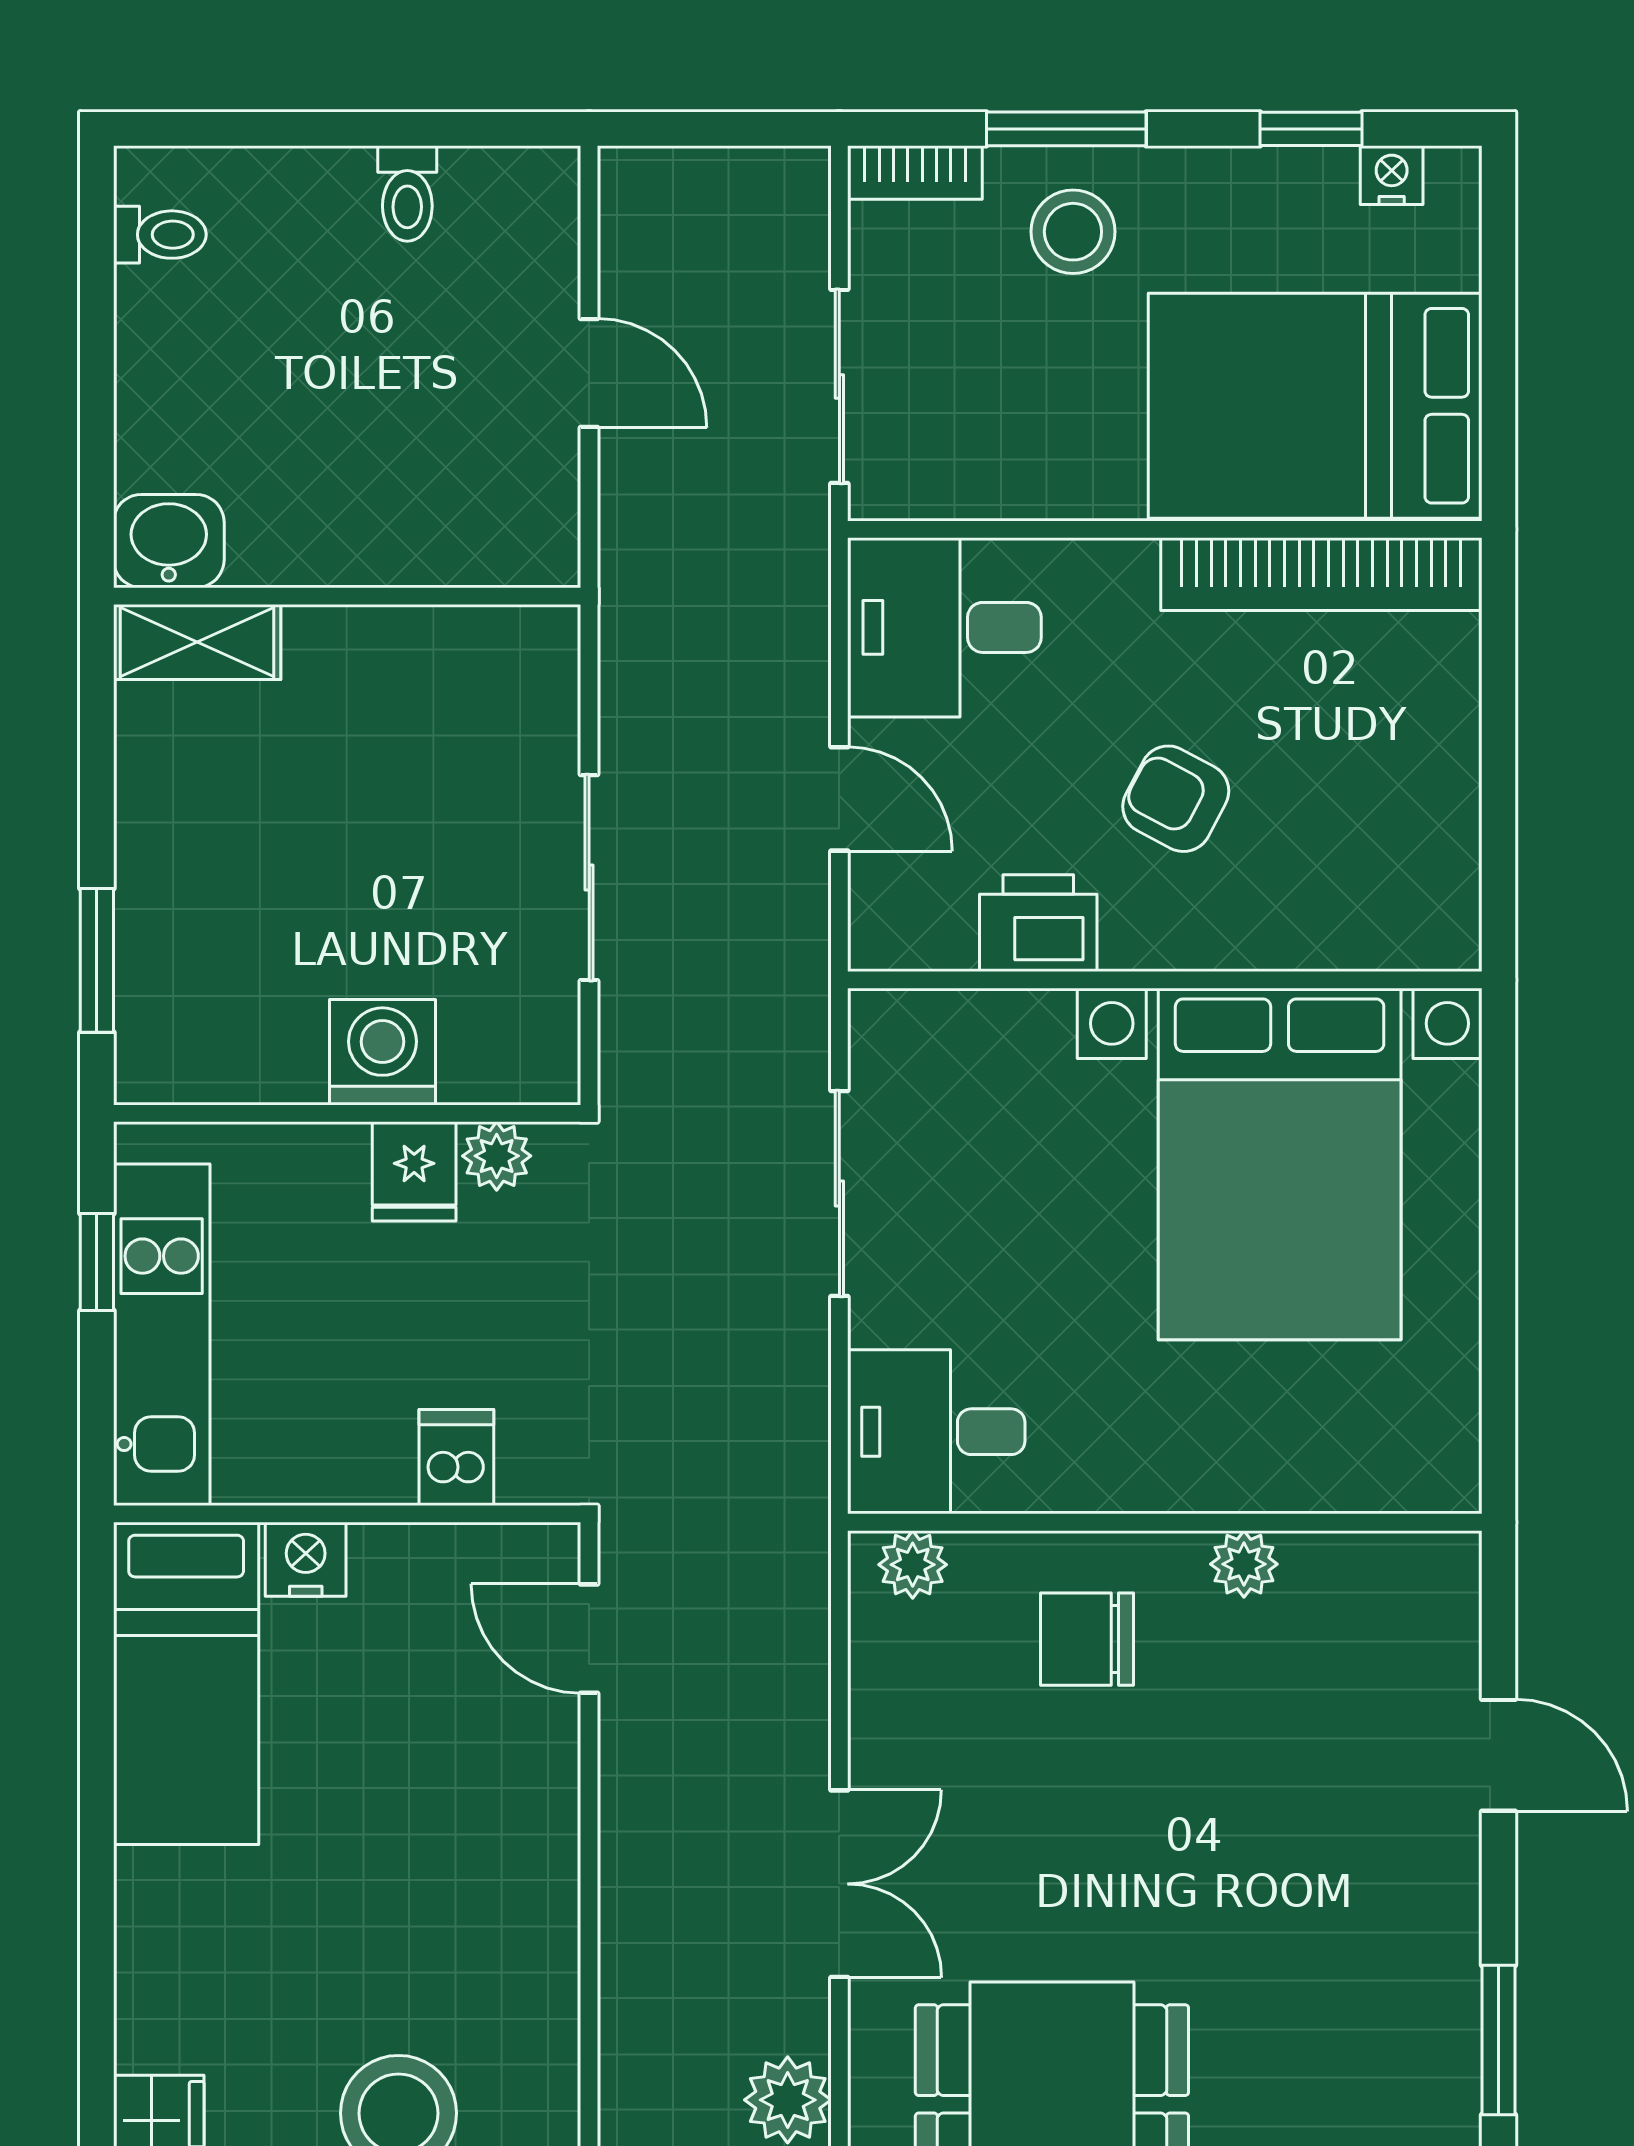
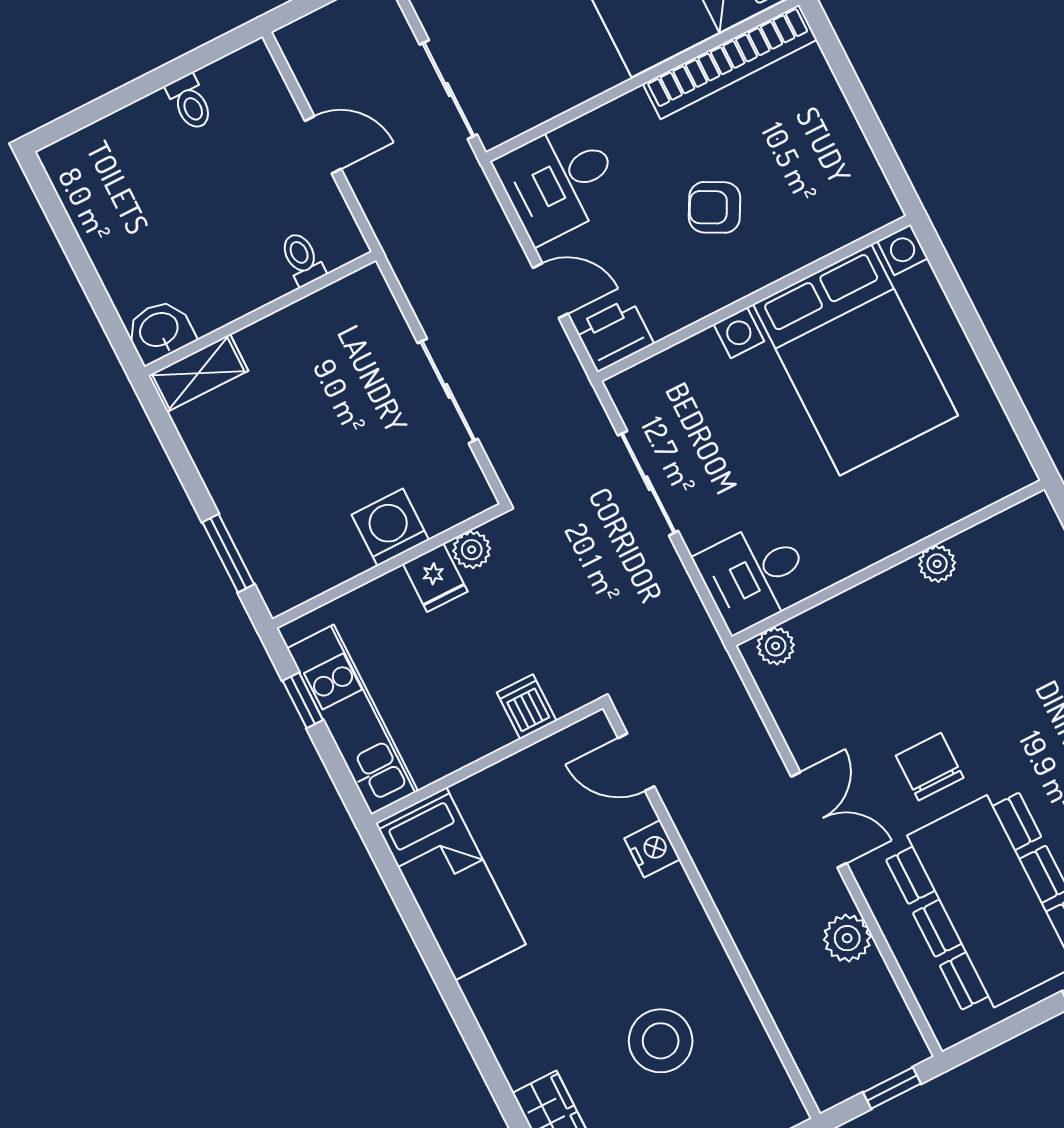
toilet: (160, 235) -> (302, 259), moved, turned -90
printer: (1038, 923) -> (614, 335), moved
nightstand: (306, 1559) -> (652, 849), moved, turned 90
chair: (1087, 1639) -> (930, 767), moved, turned 90

